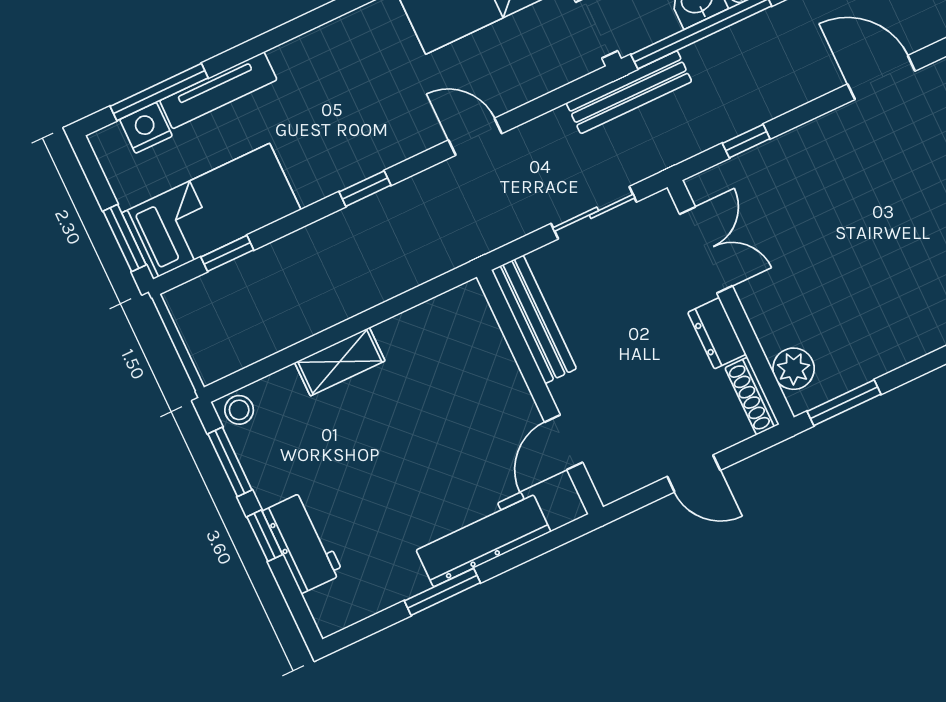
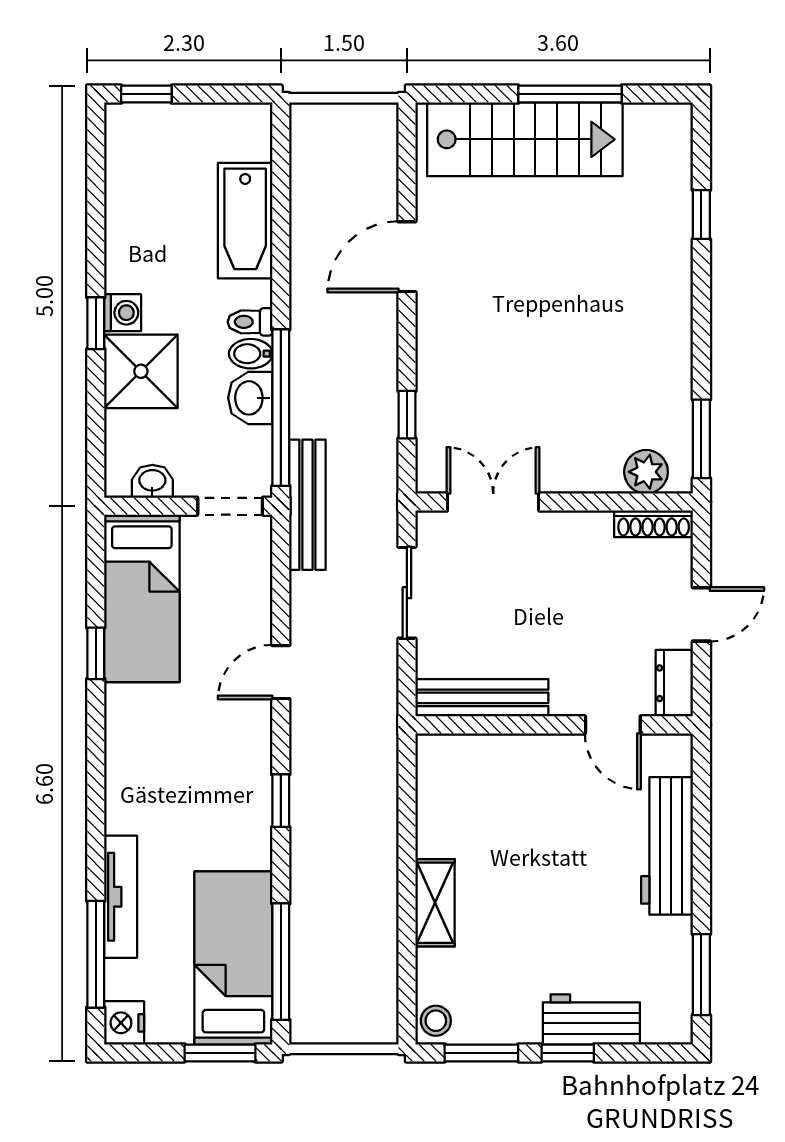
nightstand: (146, 128) -> (124, 1023), moved
window: (227, 253) -> (281, 962), width x2.17
dresser: (717, 333) -> (674, 683), moved, turned 90
window: (442, 592) -> (701, 975), moved

